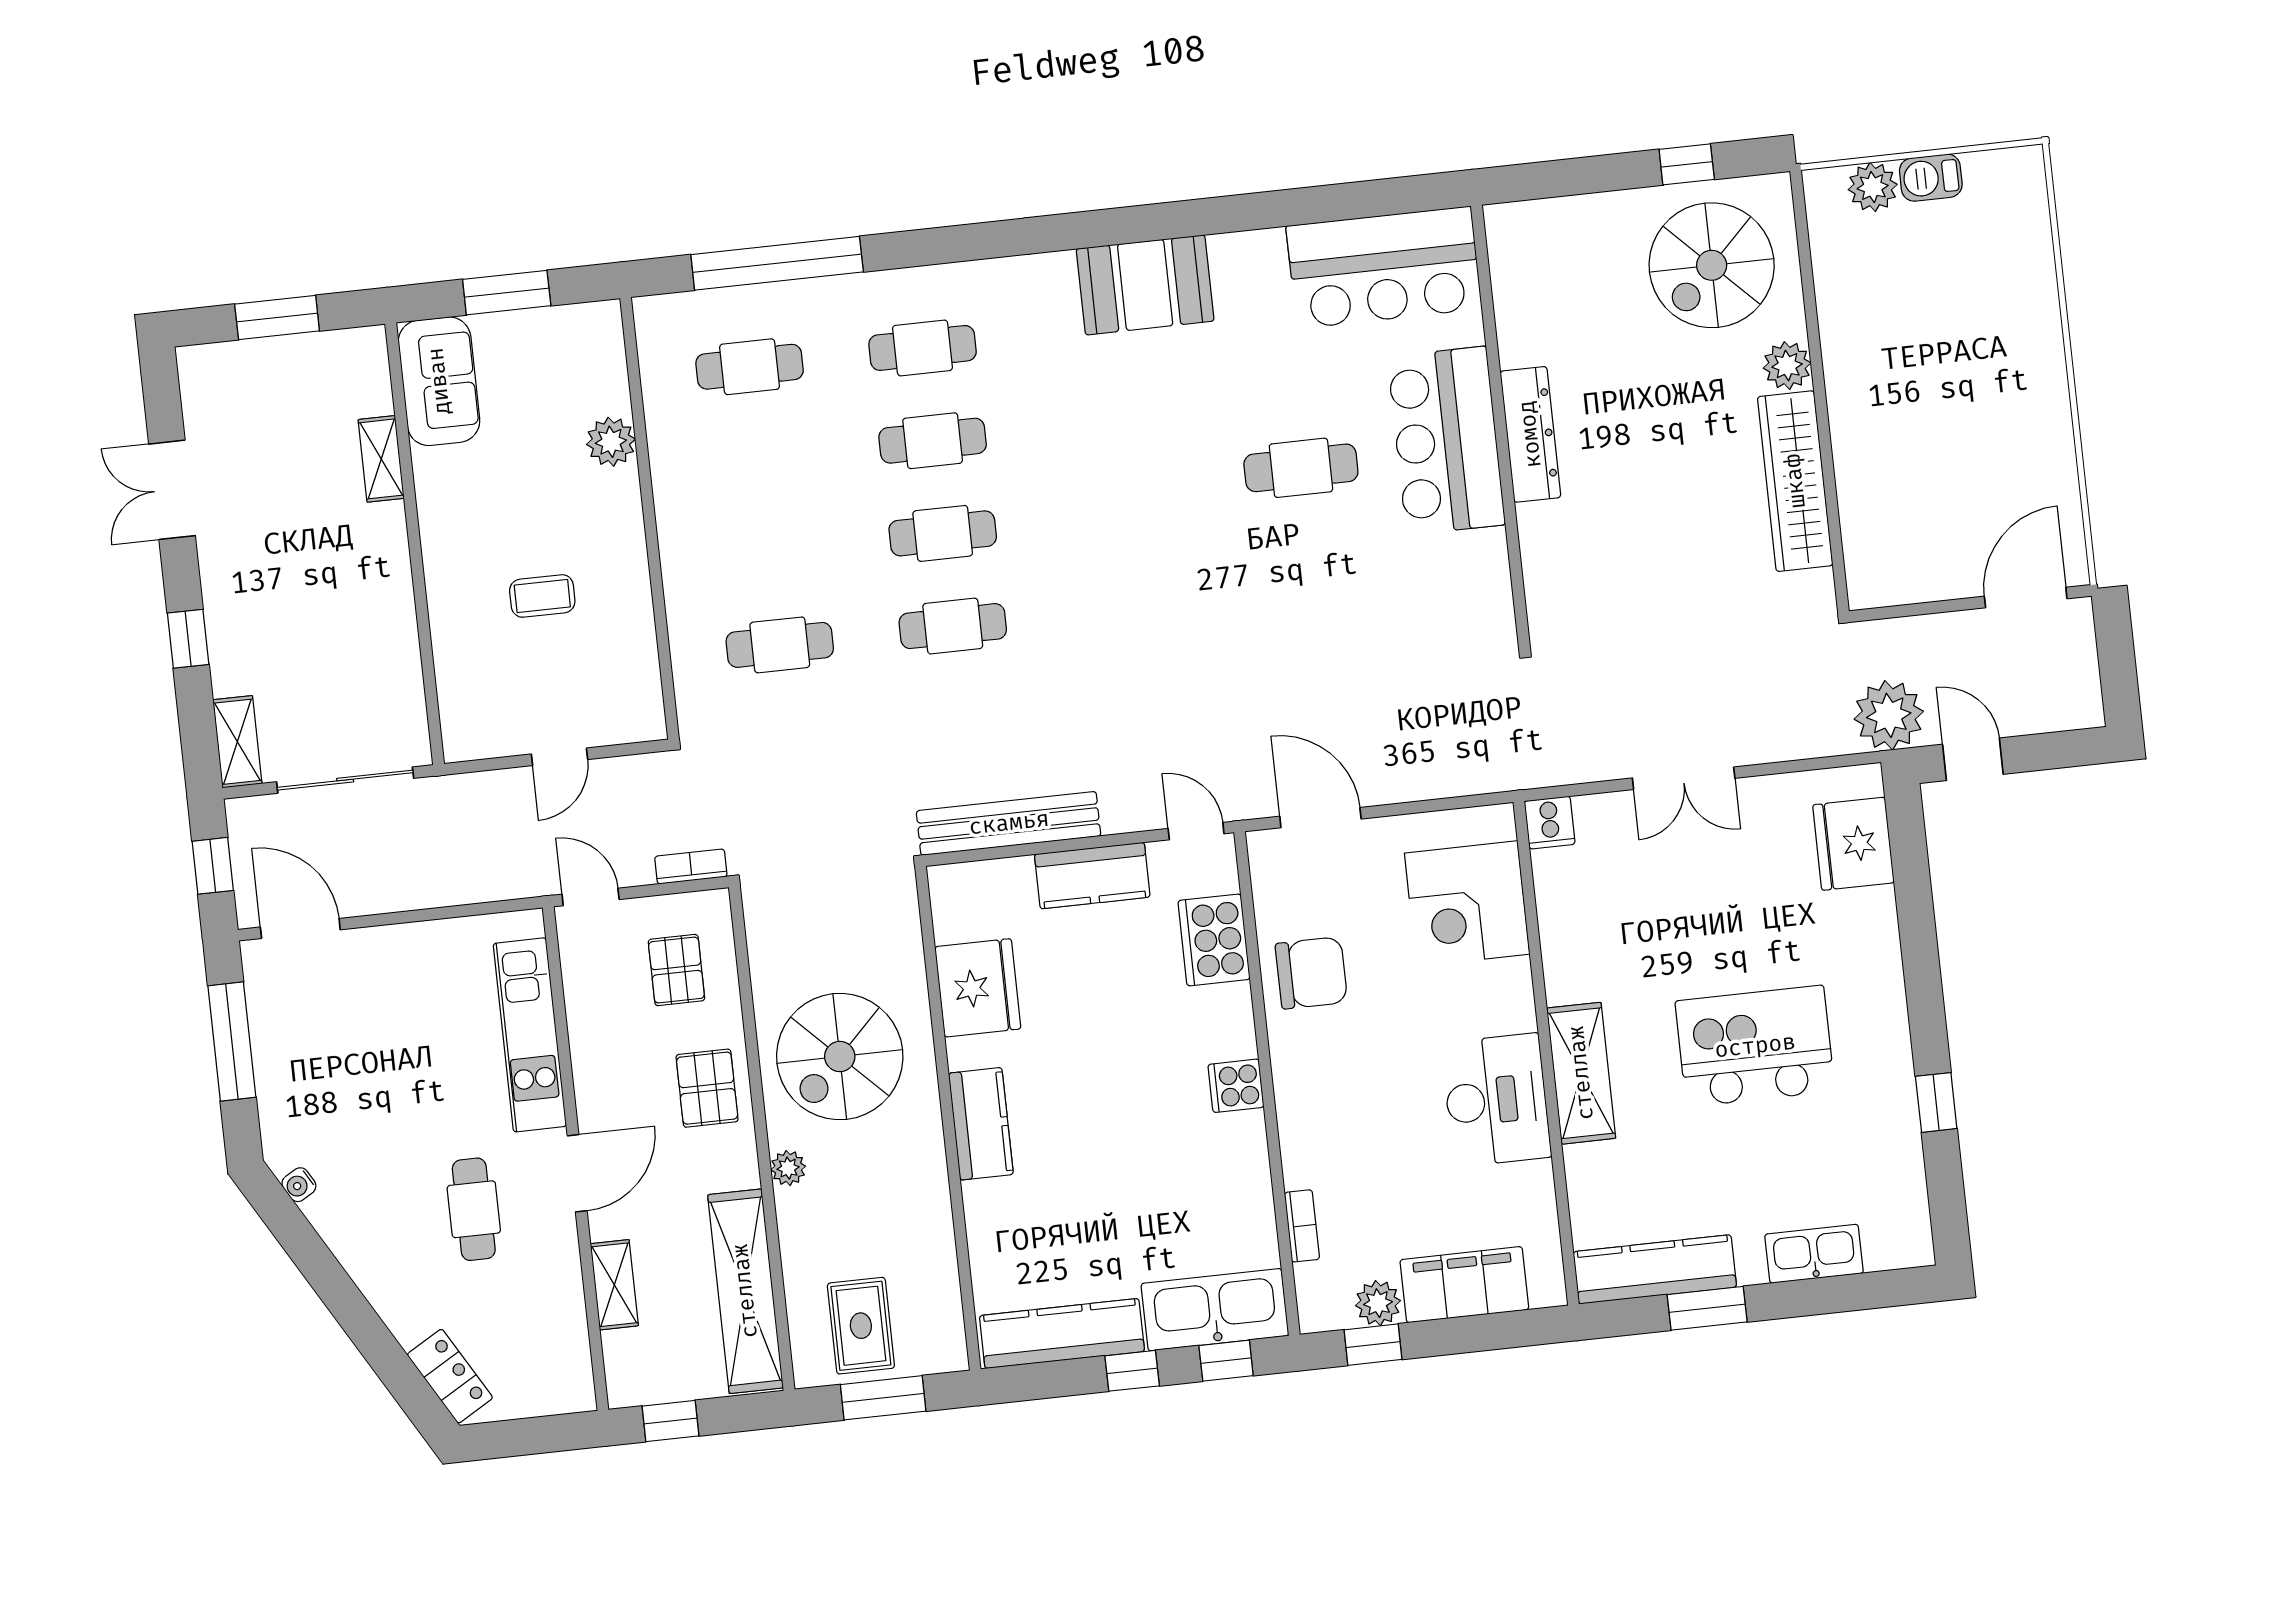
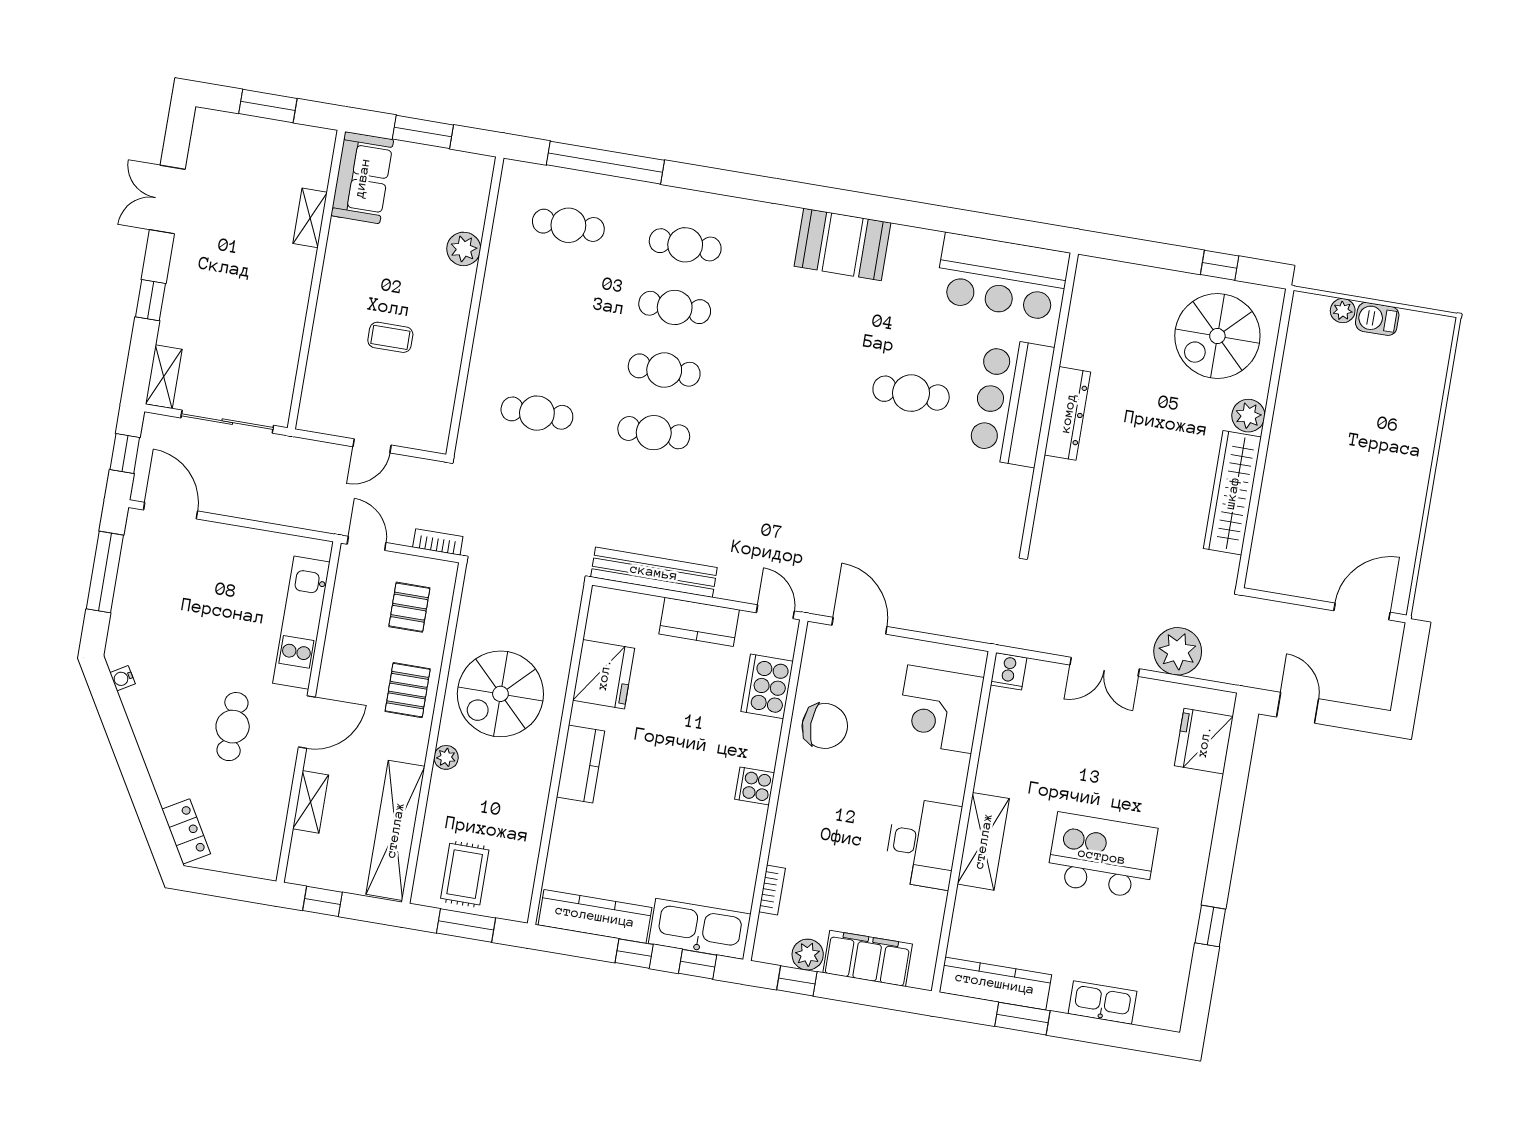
plant: (1873, 187) -> (1343, 311), width x0.73, depth x0.73
plant: (1889, 715) -> (1178, 651), moved

